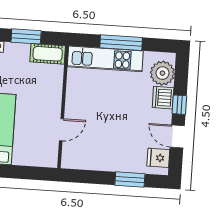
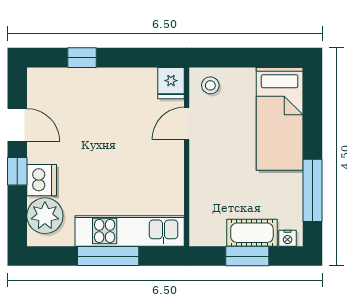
cot: (48, 54) -> (252, 233), moved
stool: (44, 155) -> (210, 85), added
fridge: (158, 158) -> (171, 83), moved, turned 90
window: (130, 179) -> (82, 58), width x0.67

